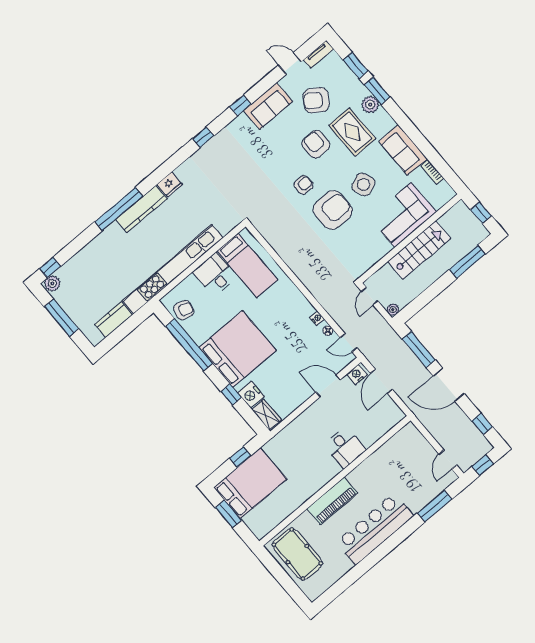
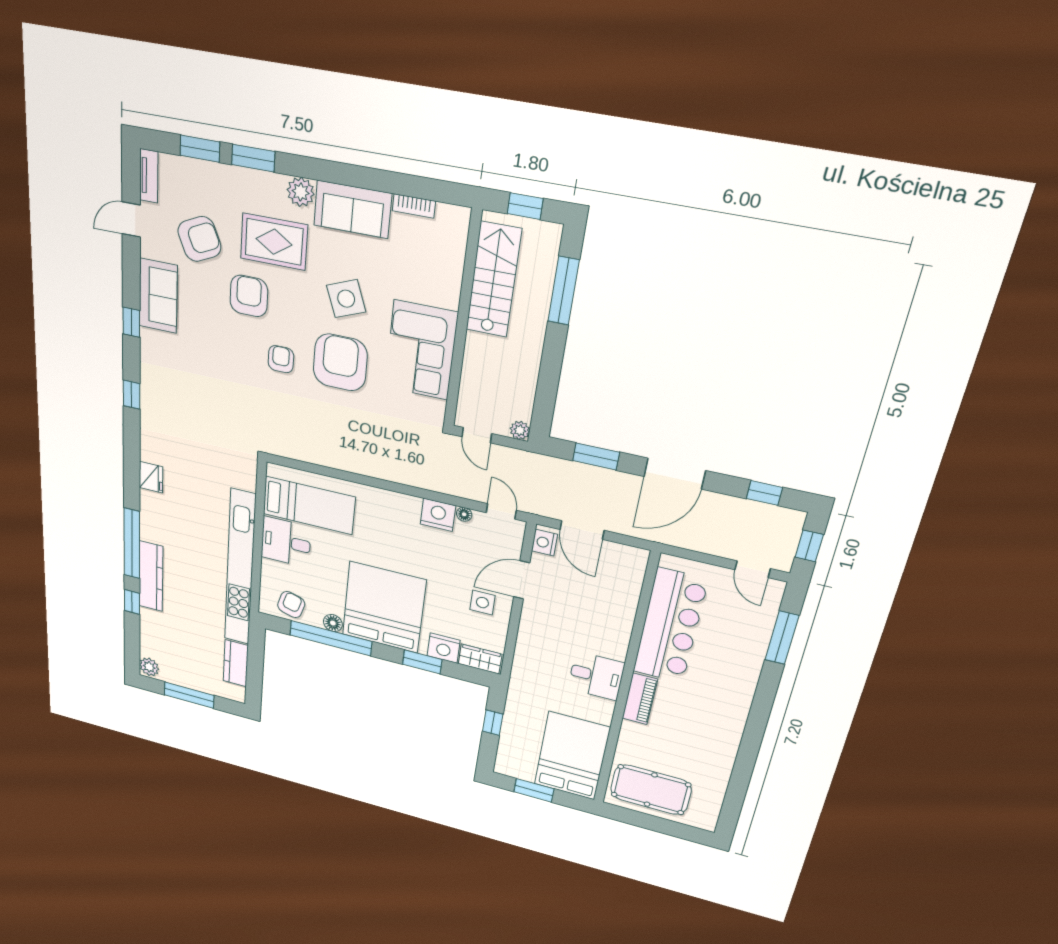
armchair: (316, 100) -> (199, 239), turned -148
plant: (370, 105) -> (301, 192), moved
armchair: (316, 144) -> (249, 296), turned 90
kitchen counter: (141, 209) -> (151, 576), moved
corner sofa: (403, 215) -> (421, 350), moved
stairs: (419, 250) -> (494, 280), moved
window: (50, 267) -> (132, 602), moved
nightstand: (317, 318) -> (438, 515), width x1.89, depth x1.79
floor lamp: (199, 337) -> (333, 623), added
door: (349, 343) -> (501, 511), swing flipped
window: (419, 349) -> (596, 456), width x0.69
side table: (296, 384) -> (482, 603), added
window: (231, 395) -> (422, 662), width x1.50
desk: (345, 447) -> (596, 676), moved
bed: (250, 483) -> (572, 756), moved
piano: (332, 501) -> (640, 699), width x0.73, depth x0.75
bar counter: (375, 529) -> (670, 626), moved, turned 180

